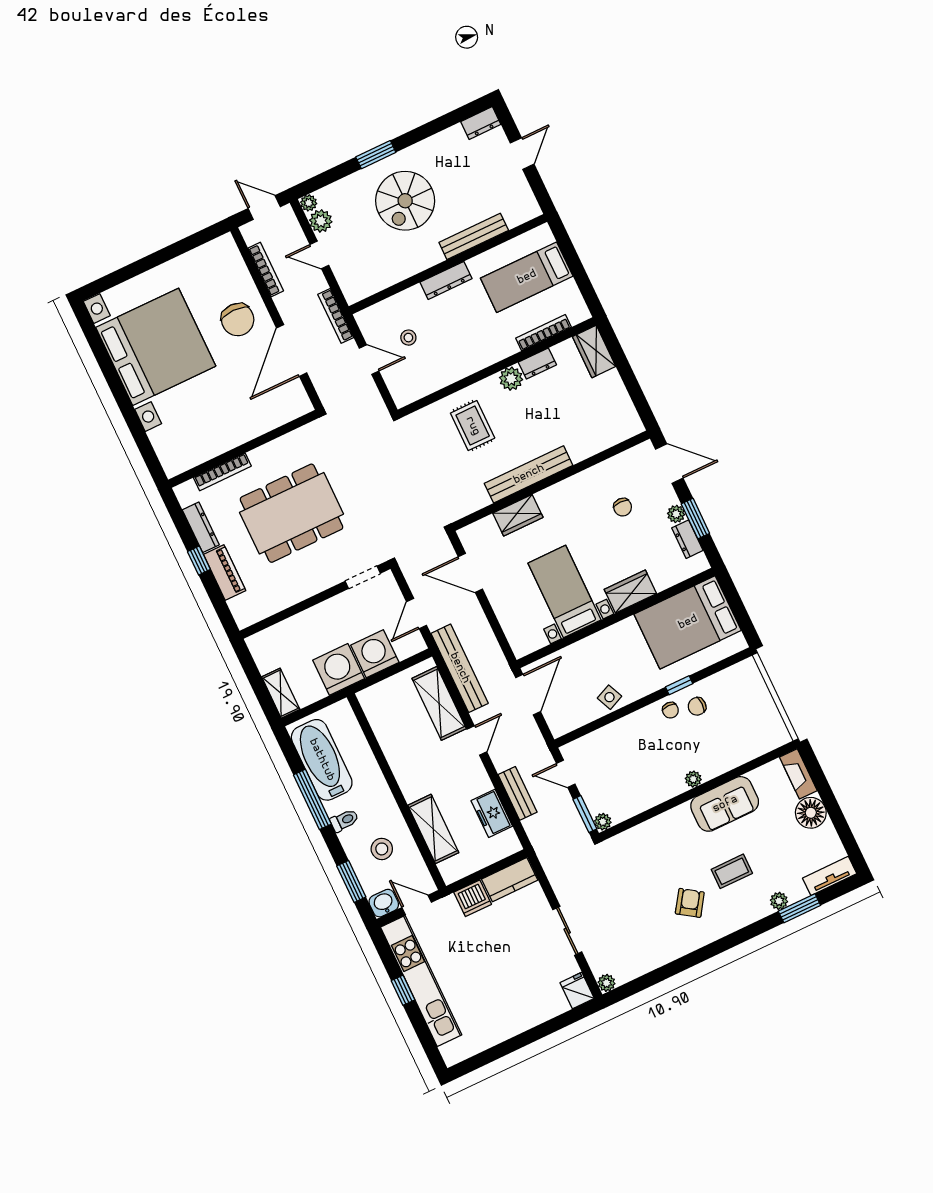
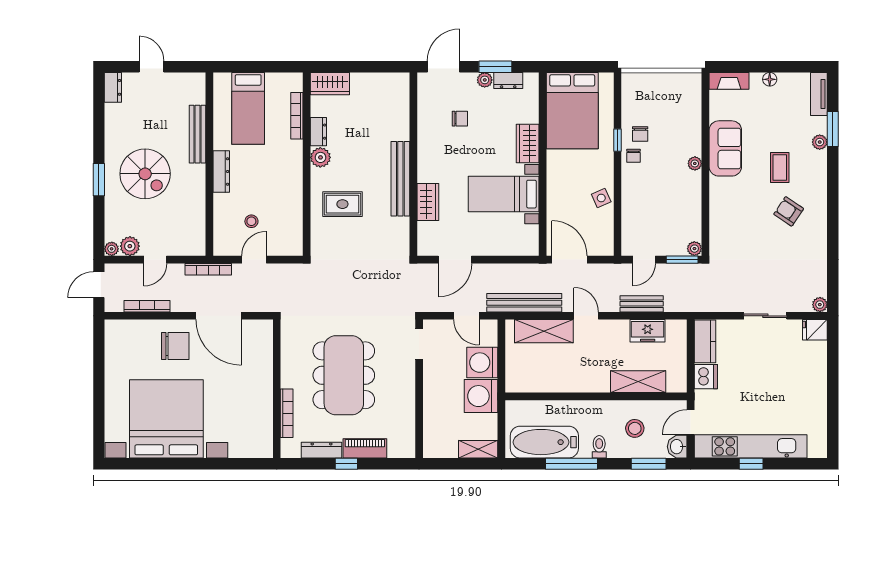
chair: (670, 710) -> (633, 156), turned 90
floor lamp: (811, 813) -> (770, 79), width x0.53, depth x0.53

